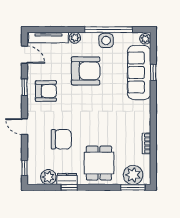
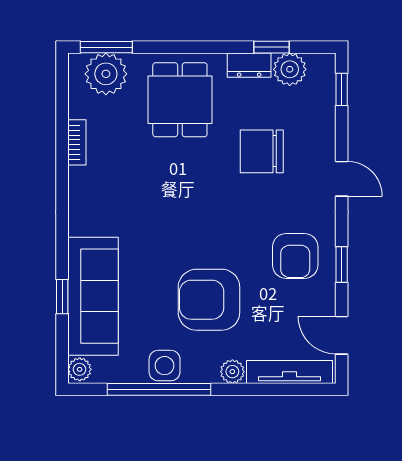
armchair: (46, 91) -> (295, 256), turned -90
window: (69, 187) -> (272, 47), moved

